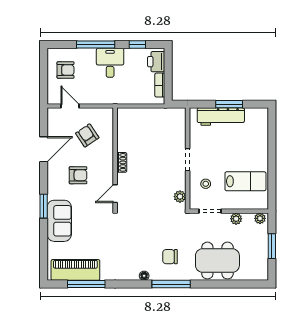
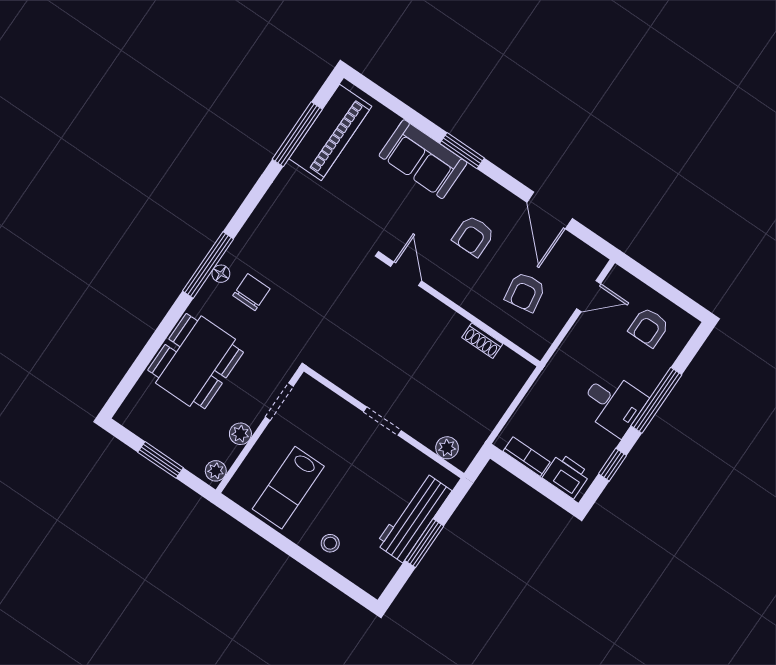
armchair: (87, 135) -> (525, 292), turned 115
shoe rack: (122, 162) -> (482, 341), moved
stool: (206, 184) -> (330, 543), moved
plant: (180, 197) -> (447, 448), moved
floor lamp: (144, 276) -> (221, 274), moved

